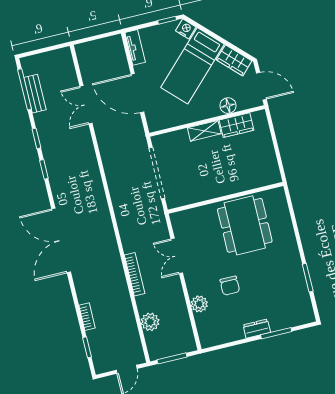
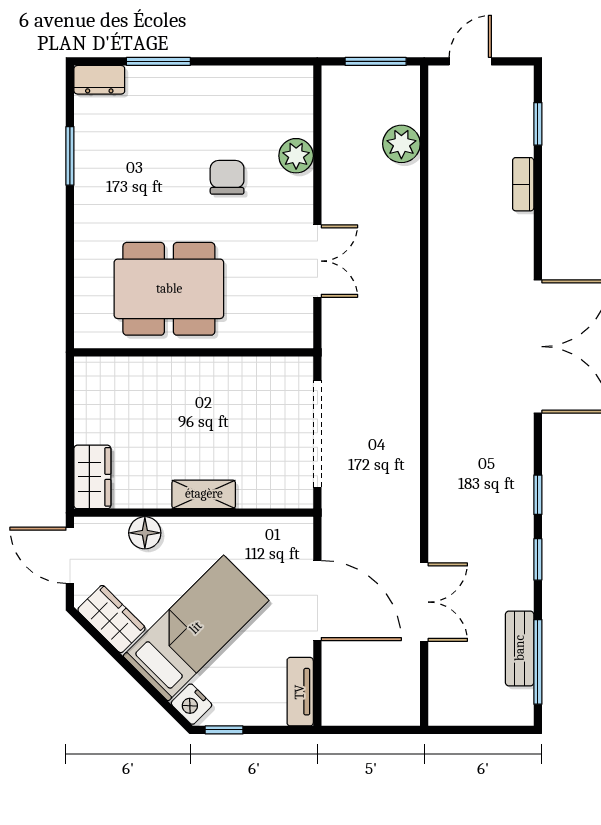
wardrobe: (237, 125) -> (92, 477), moved, turned 90
dining table: (245, 225) -> (169, 289), turned 90
bookcase: (135, 274) -> (409, 245), removed
dresser: (257, 329) -> (99, 80), moved

